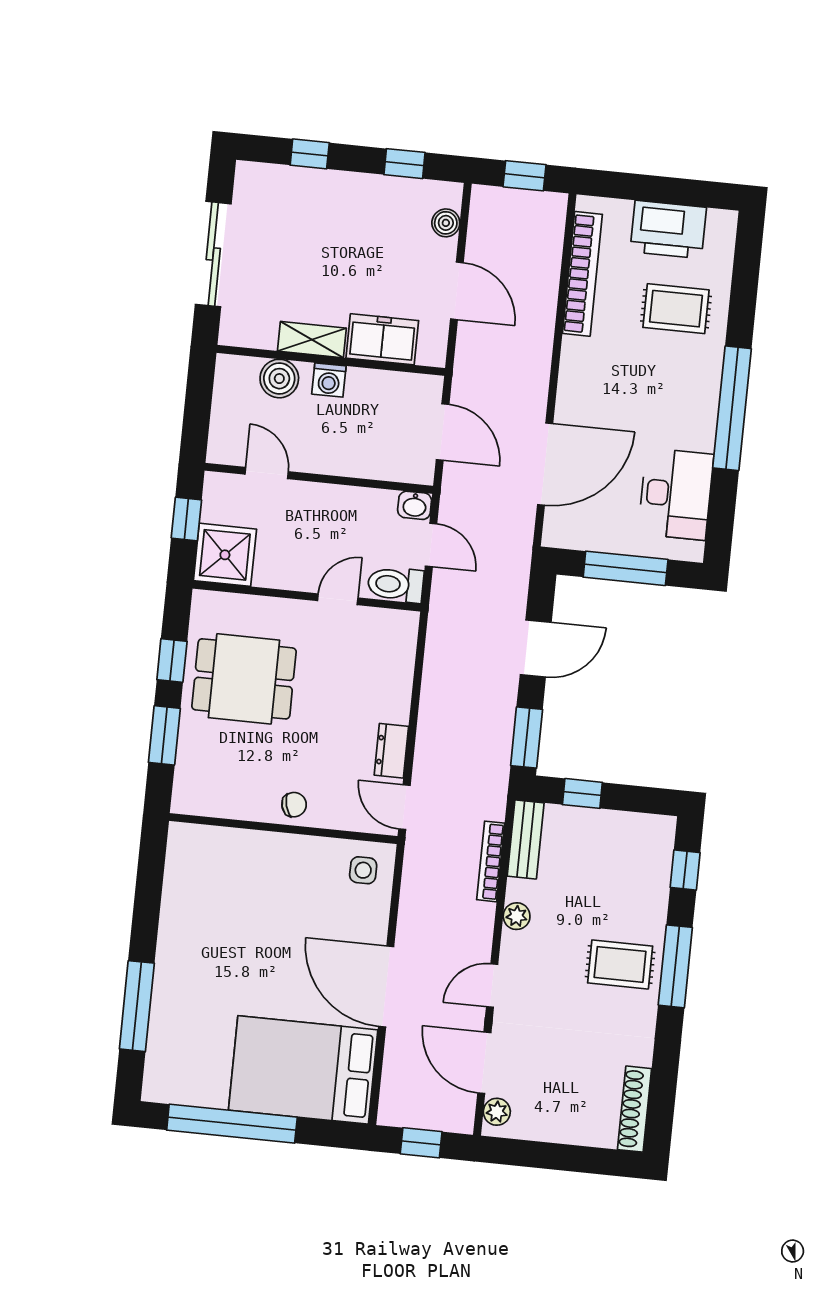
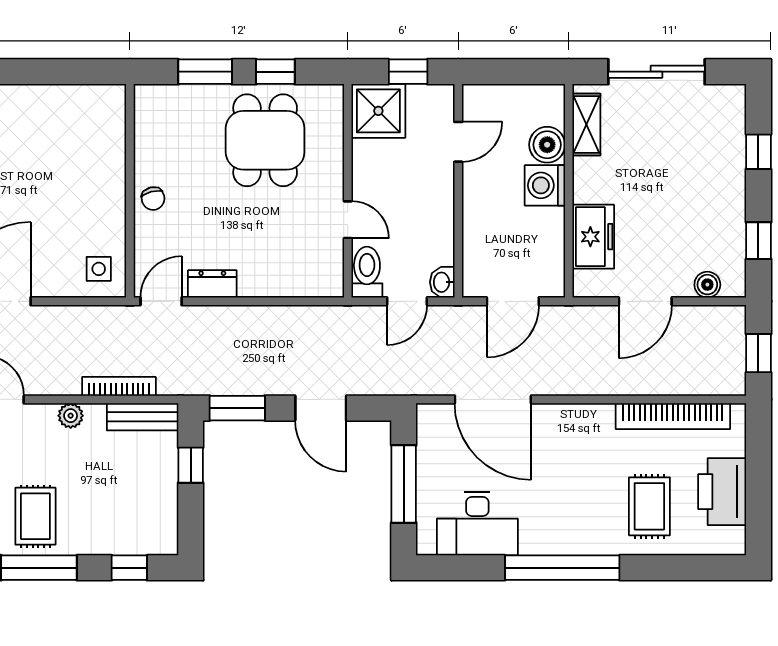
shelving: (312, 340) -> (586, 125), moved
washing machine: (329, 380) -> (545, 185), width x1.38, depth x1.38

